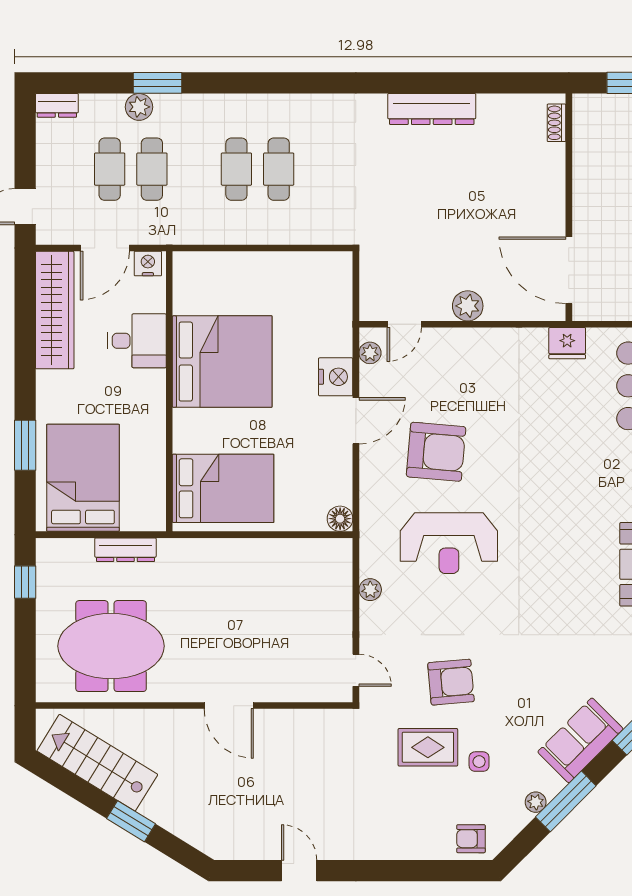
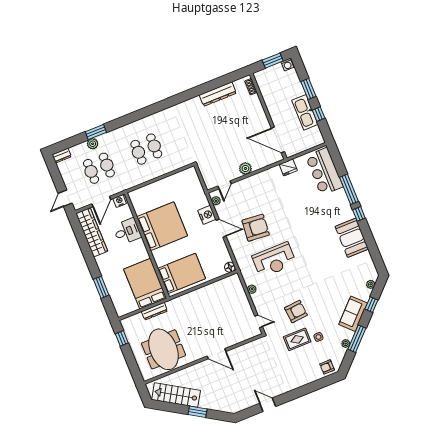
dresser: (432, 109) -> (218, 94), moved
door: (356, 421) -> (221, 228), hinge flipped
bed: (83, 478) -> (145, 284), moved
meeting table: (111, 646) -> (164, 349), turned 90

